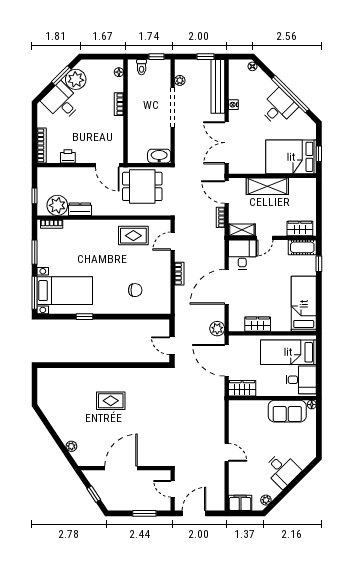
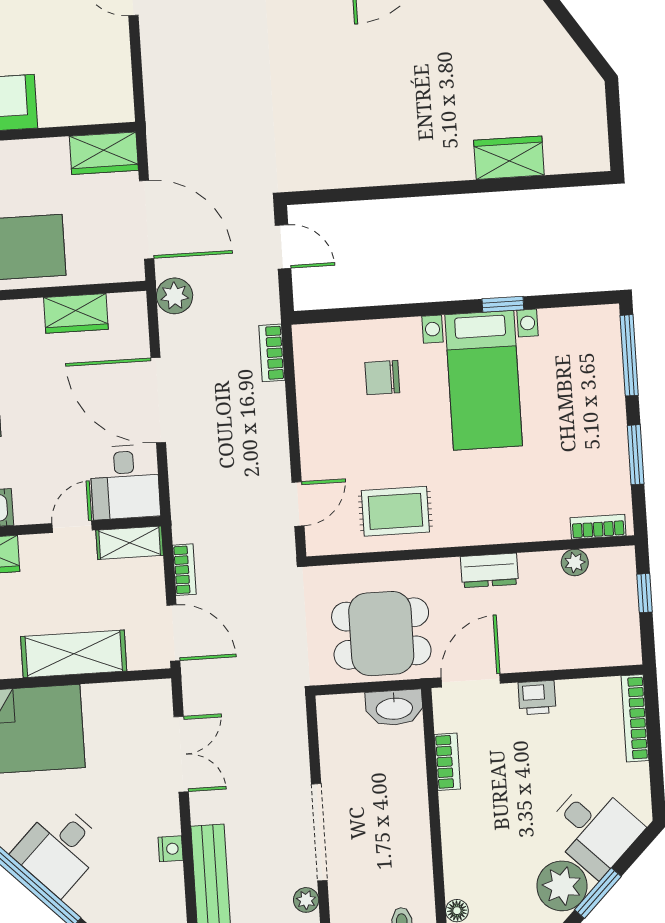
bookcase: (119, 104) -> (447, 762), moved
double door: (227, 143) -> (181, 754), width x0.73
printer: (68, 156) -> (537, 698), moved
washbasin: (159, 156) -> (394, 708), moved
door: (107, 165) -> (471, 680), hinge flipped
plant: (57, 205) -> (575, 562), width x0.53, depth x0.53
dresser: (80, 209) -> (489, 570), moved
bookcase: (179, 274) -> (272, 353), moved
door: (227, 287) -> (158, 400), swing flipped
bed with nightstands: (65, 291) -> (484, 380), moved, turned -90
wardrobe: (78, 376) -> (509, 158), added
rug: (111, 401) -> (425, 102), removed

